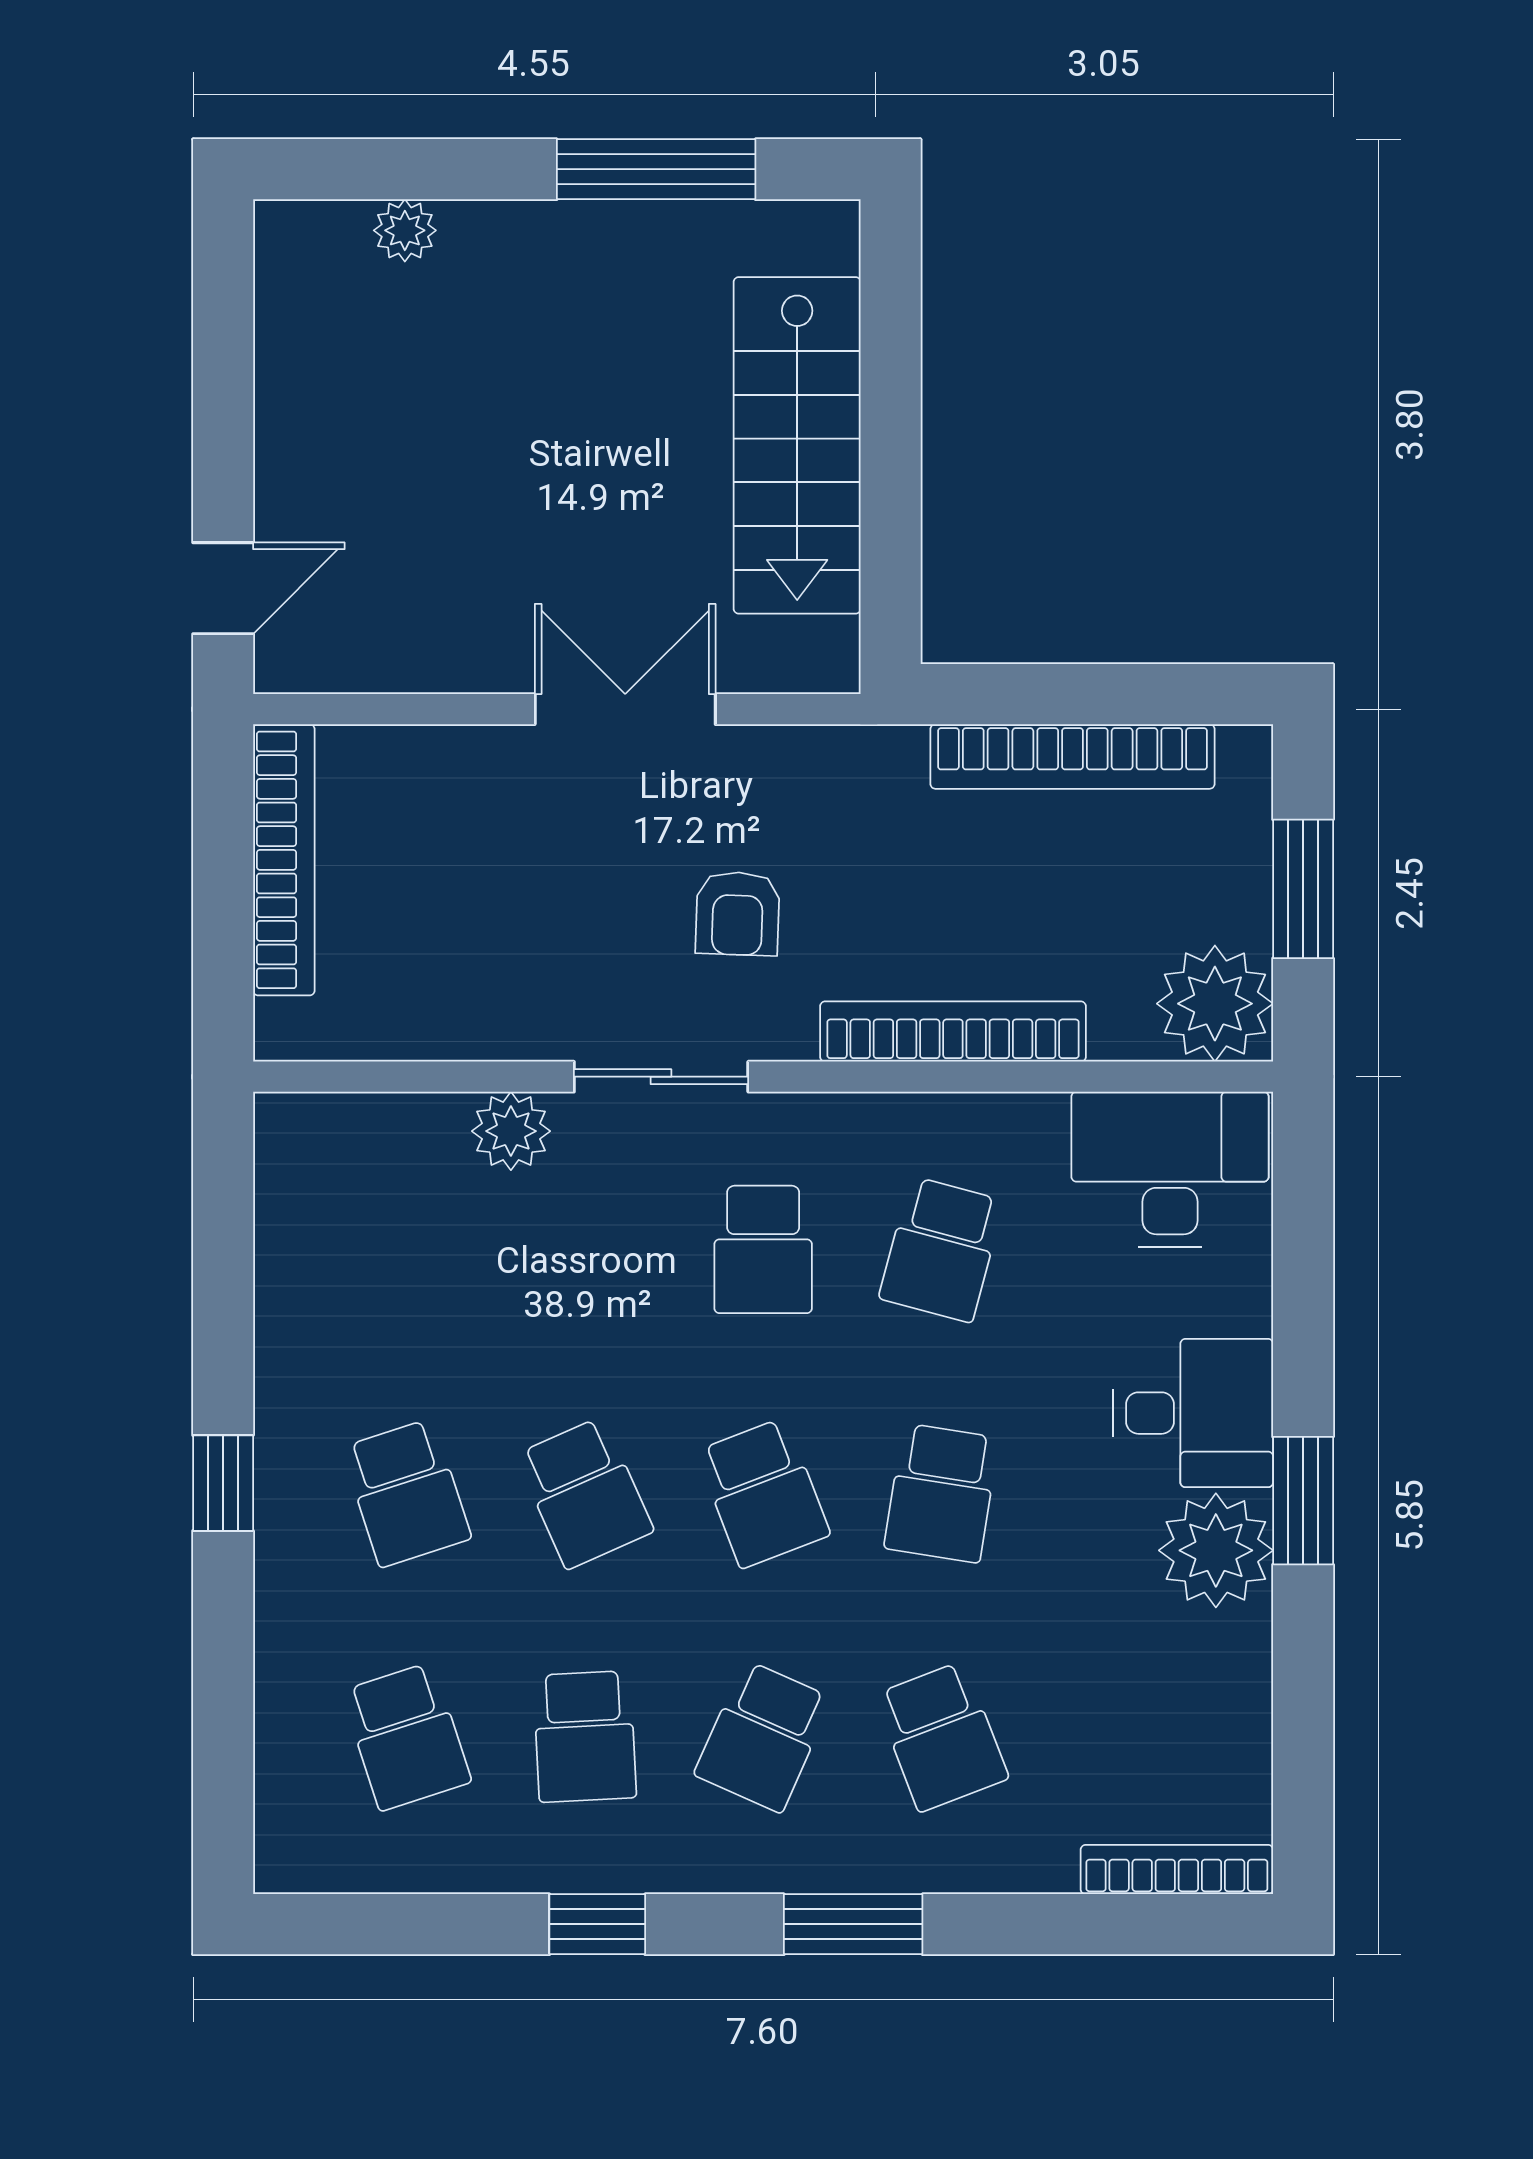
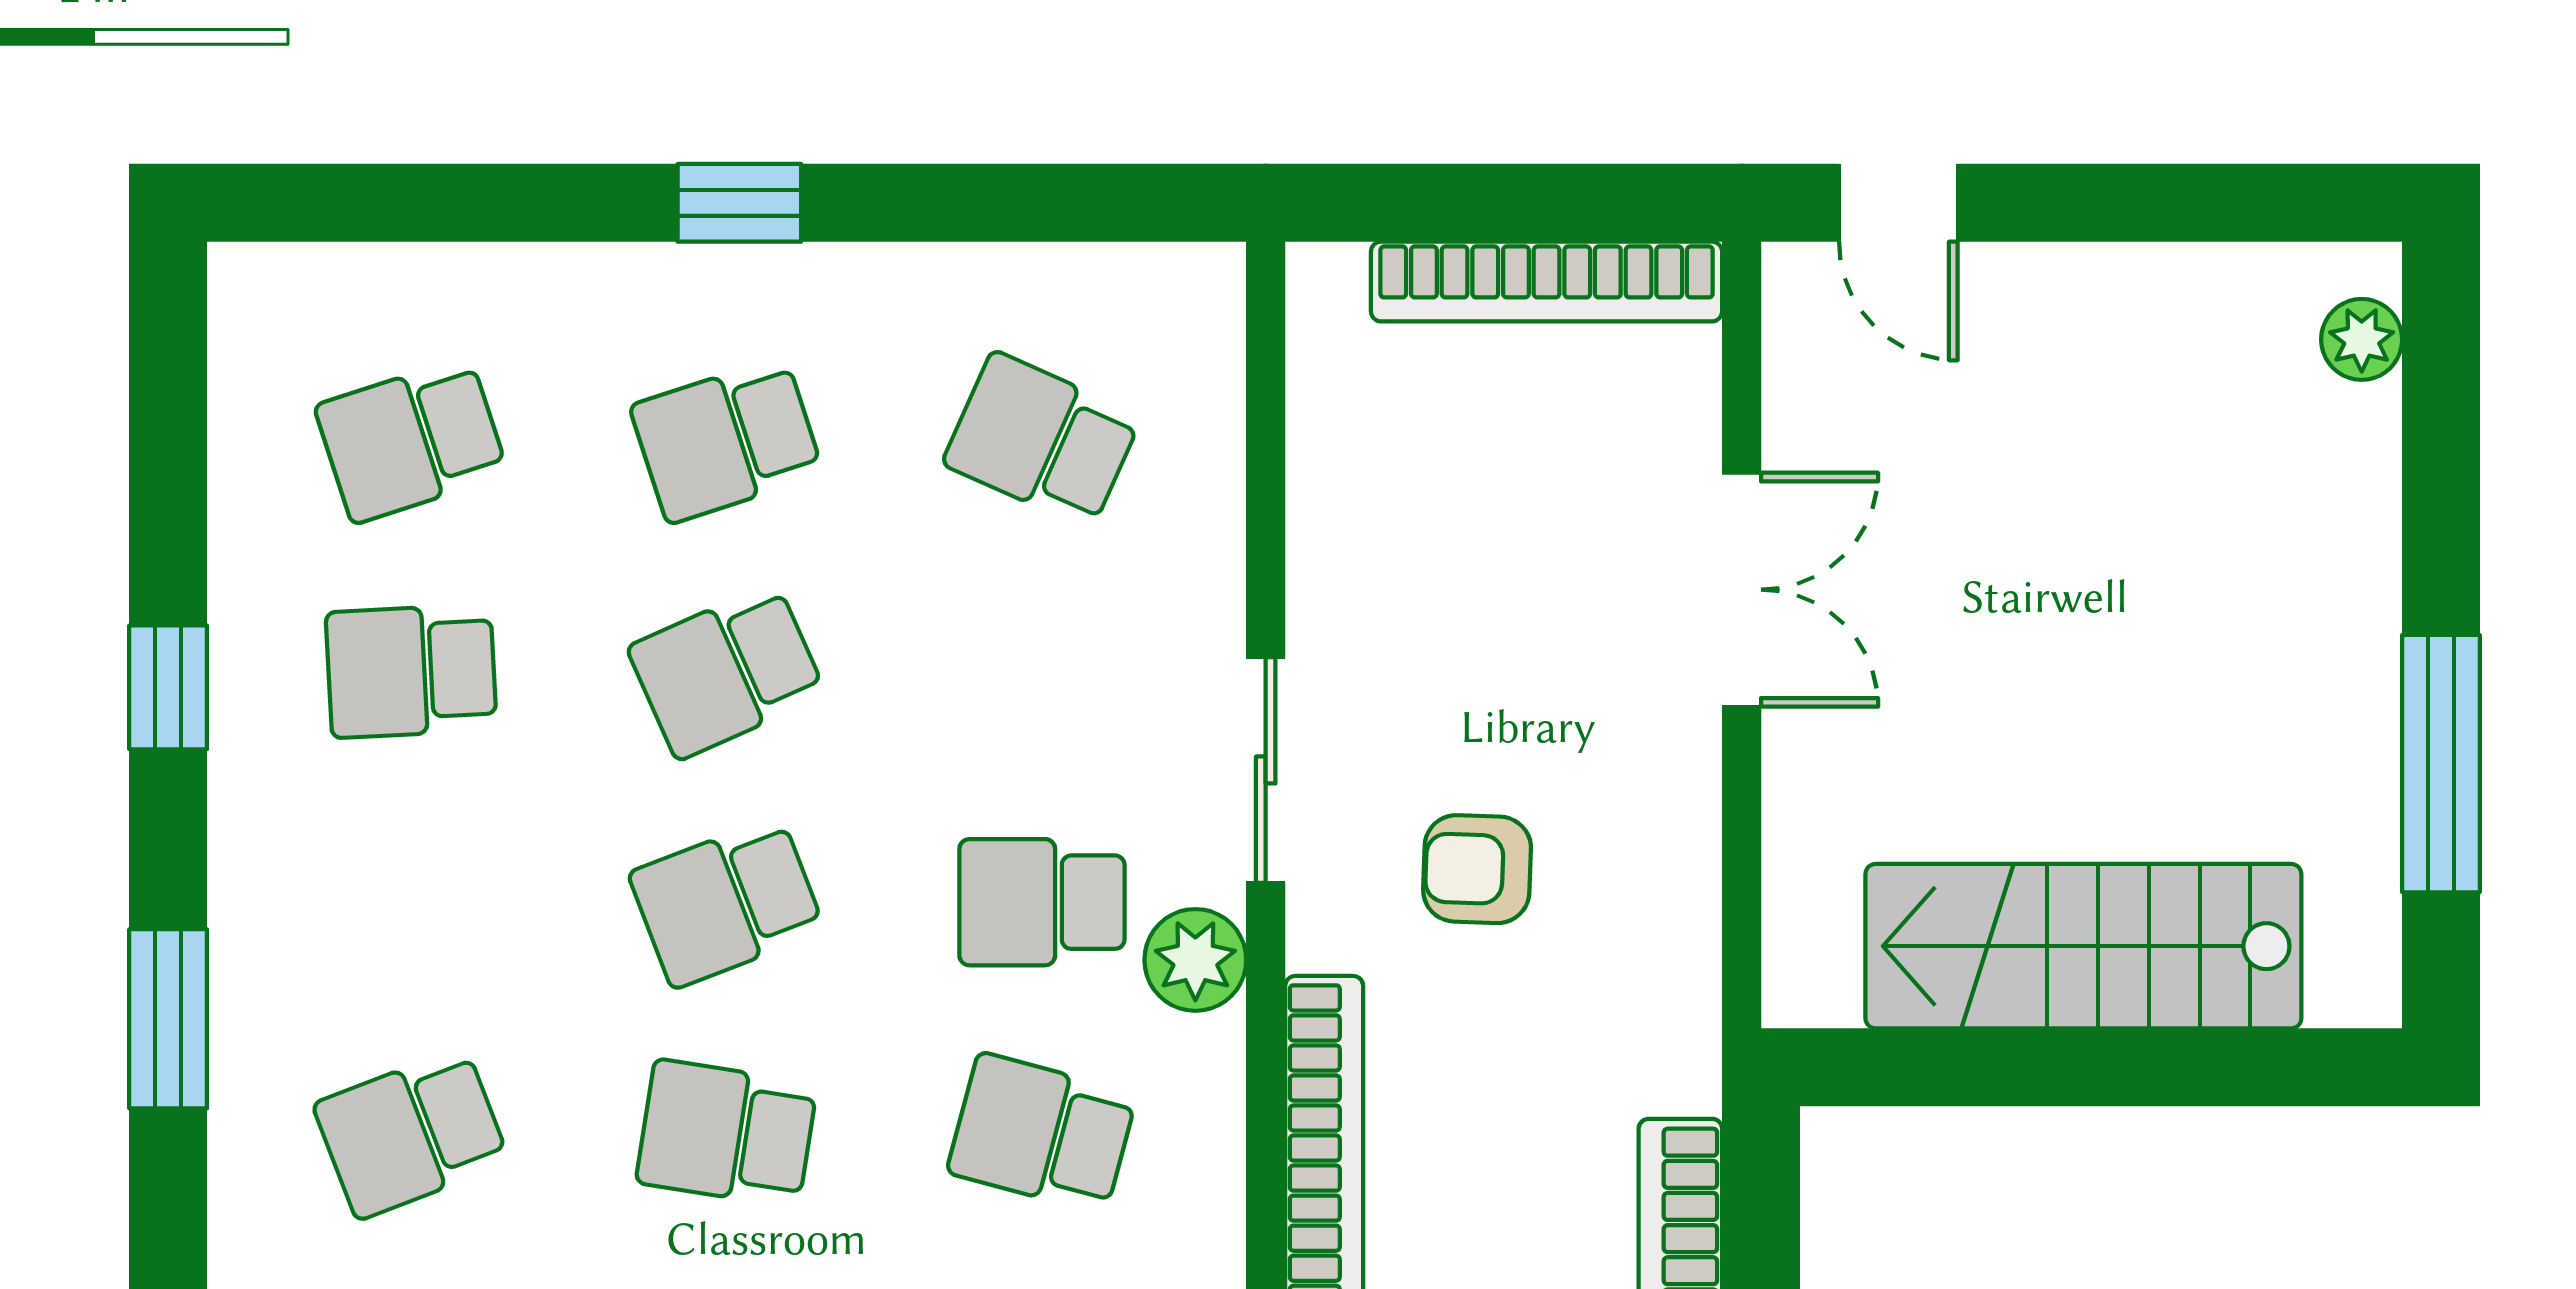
plant: (405, 230) -> (2362, 339), moved
double door: (625, 709) -> (1742, 590), moved
plant: (511, 1131) -> (1195, 960), moved
school desk: (763, 1736) -> (1042, 440), moved

